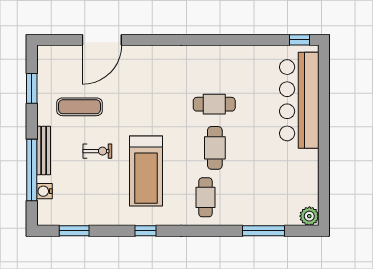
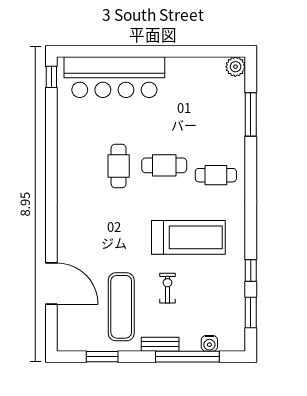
exercise mat: (80, 107) -> (121, 307), width x1.36, depth x1.45
bench: (44, 151) -> (160, 344), width x0.73
window: (146, 231) -> (251, 271), moved

